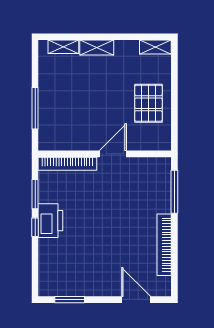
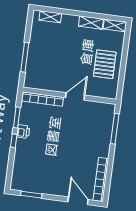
shelving: (97, 47) -> (91, 23), moved
printer: (50, 221) -> (23, 132), width x0.53, depth x0.68
bookcase: (164, 245) -> (101, 180), moved

